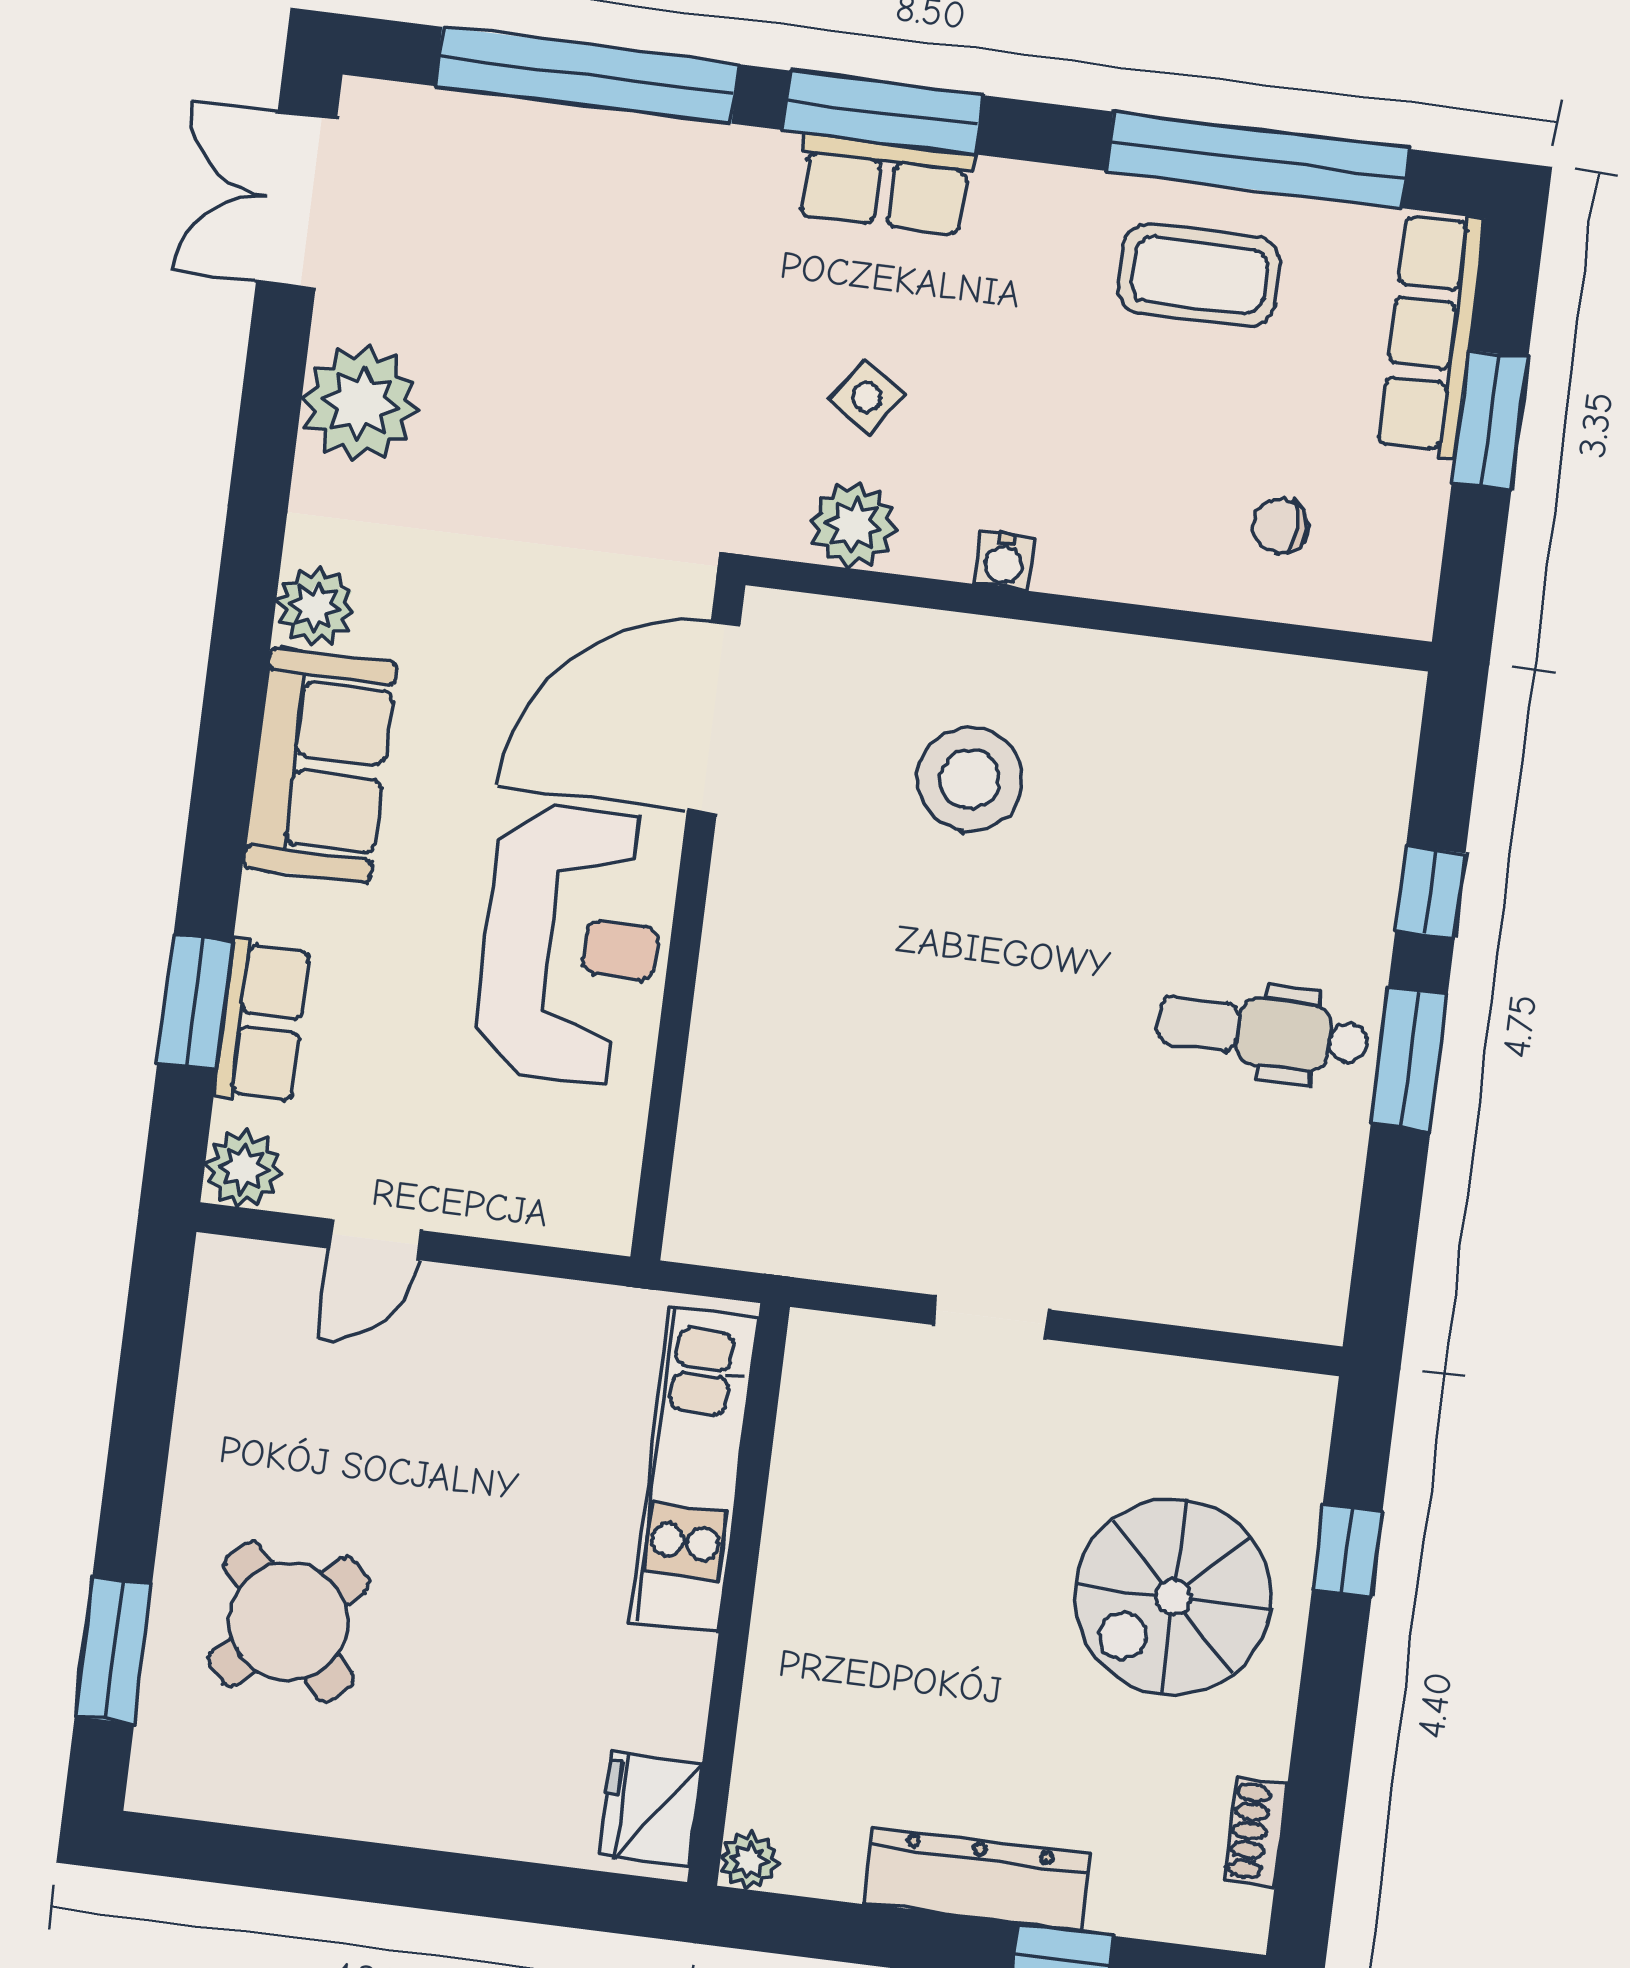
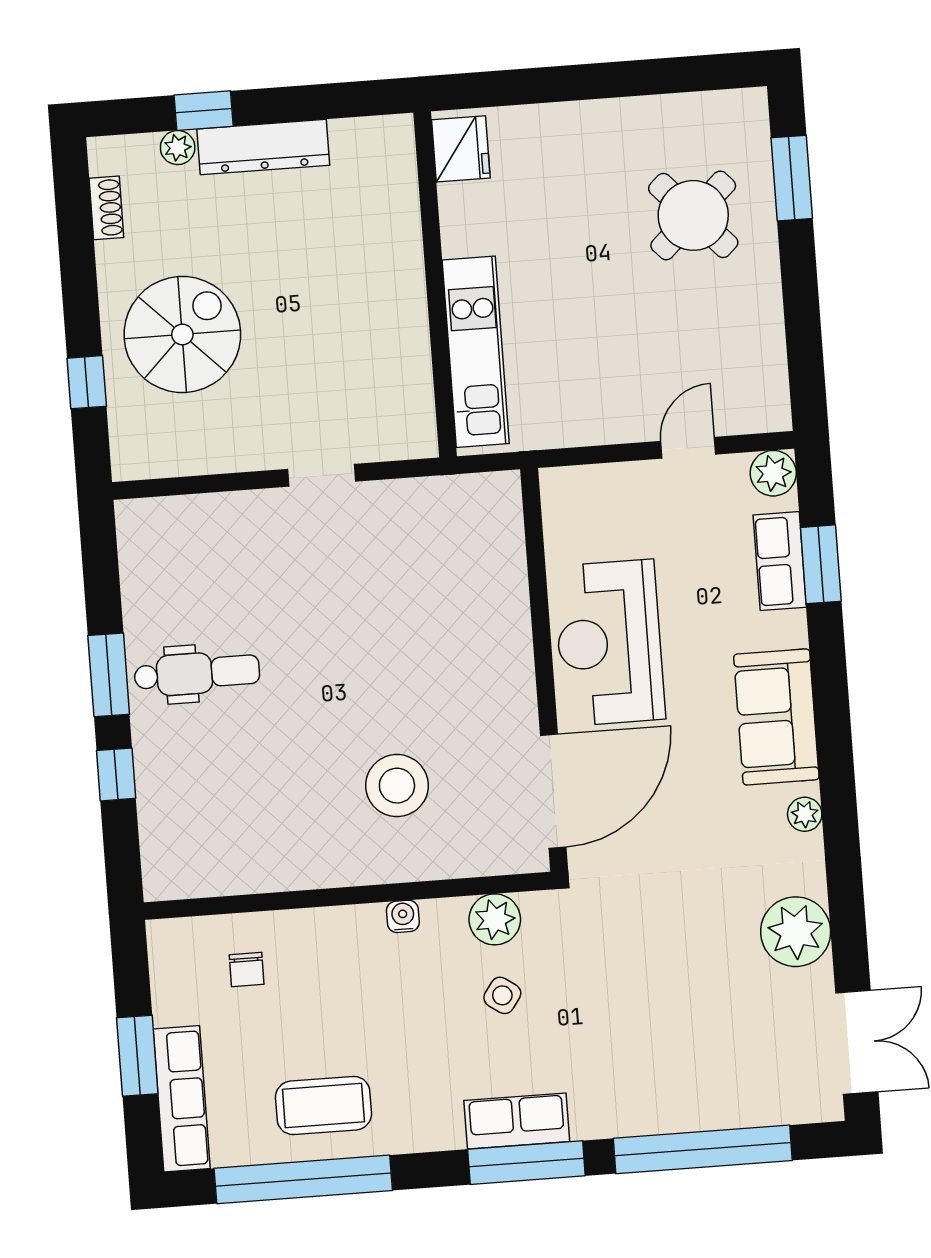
chair: (1280, 526) -> (247, 969), turned 90
plant: (315, 607) -> (805, 814), width x0.73, depth x0.73
plant: (749, 1861) -> (178, 148), moved

